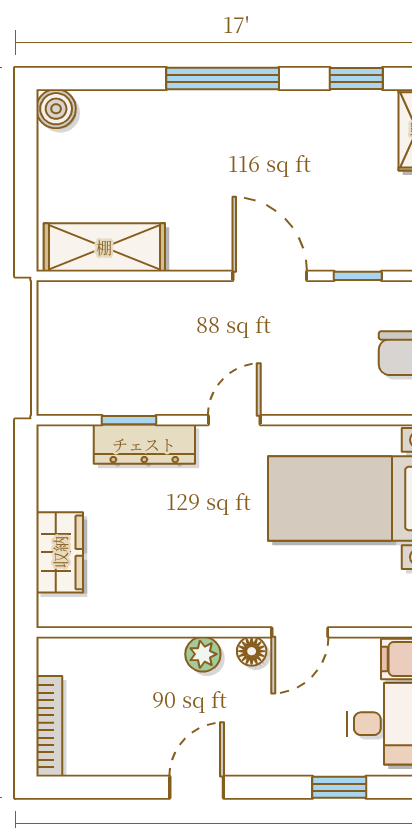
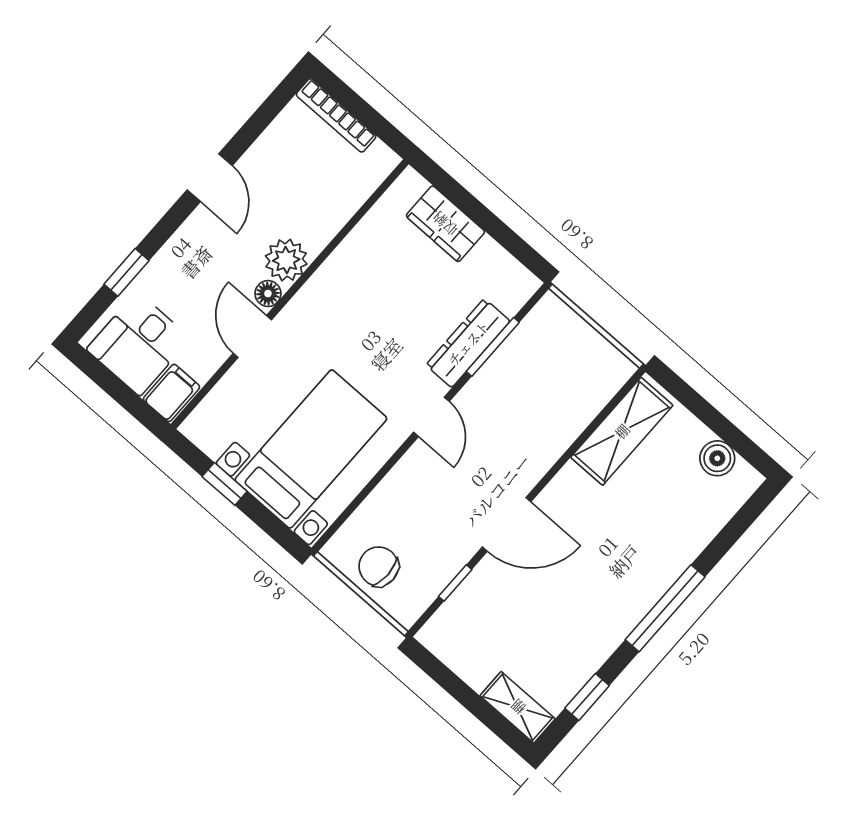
boiler: (56, 109) -> (717, 458), moved
window: (129, 420) -> (493, 347), width x1.50
plant: (203, 654) -> (286, 260), width x1.38, depth x1.38

